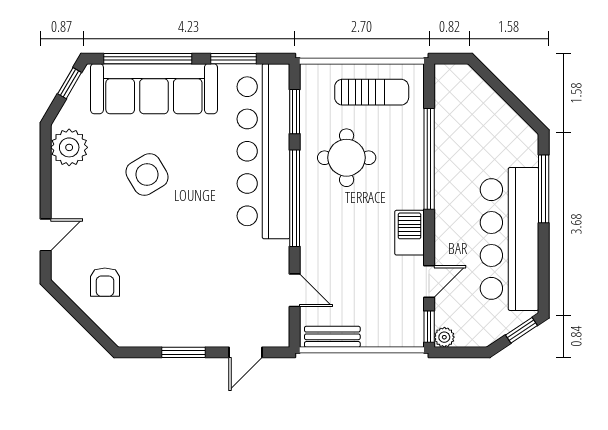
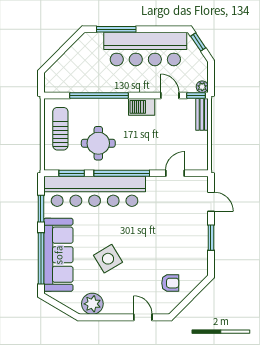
window: (70, 83) -> (55, 304), removed
bench: (332, 337) -> (202, 114), moved

